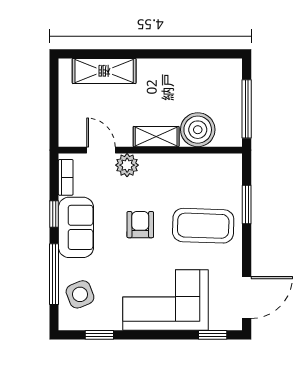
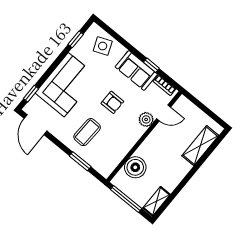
shelving: (156, 137) -> (156, 201), moved
coffee table: (203, 226) -> (87, 132), width x0.73, depth x0.76
window: (54, 274) -> (123, 42), removed

